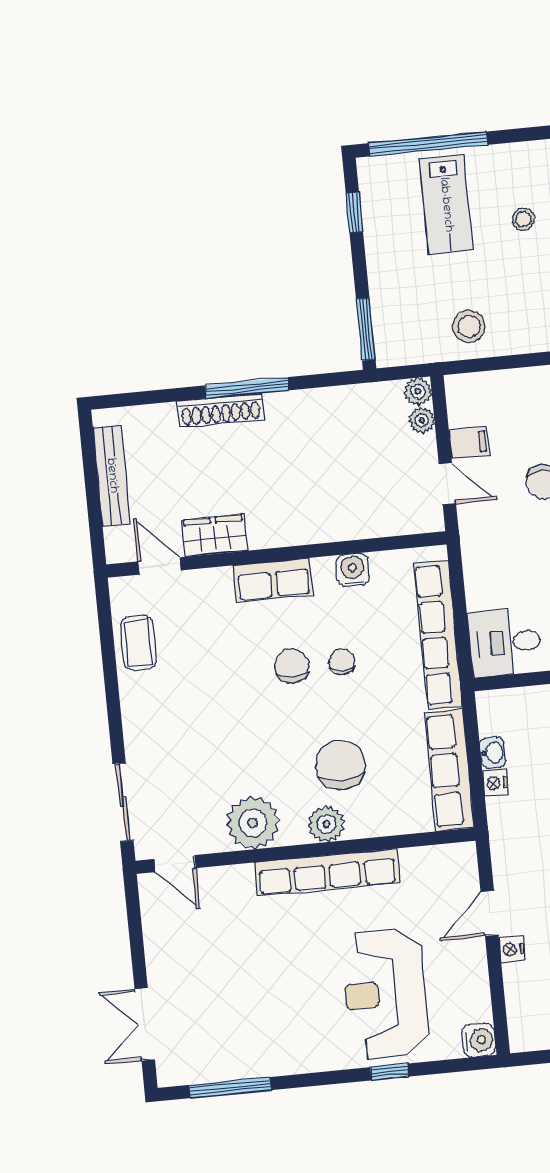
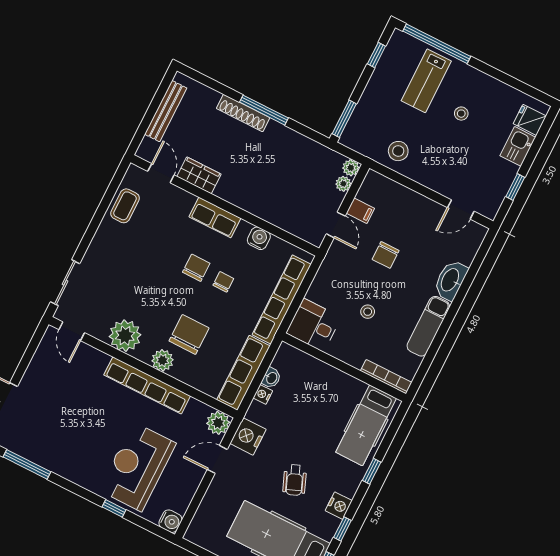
plant: (458, 862) -> (218, 423), added
nightstand: (512, 949) -> (248, 436), moved, width x1.89, depth x1.79

